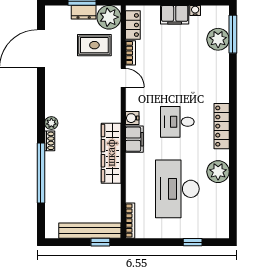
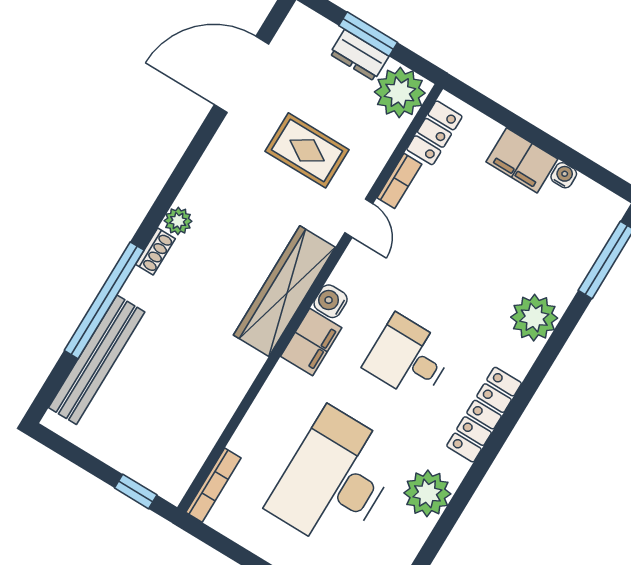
plant: (218, 39) -> (534, 318), moved
rug: (94, 45) -> (307, 150), moved
wardrobe: (111, 153) -> (284, 291), moved
bench: (90, 231) -> (97, 360), moved, turned 90

